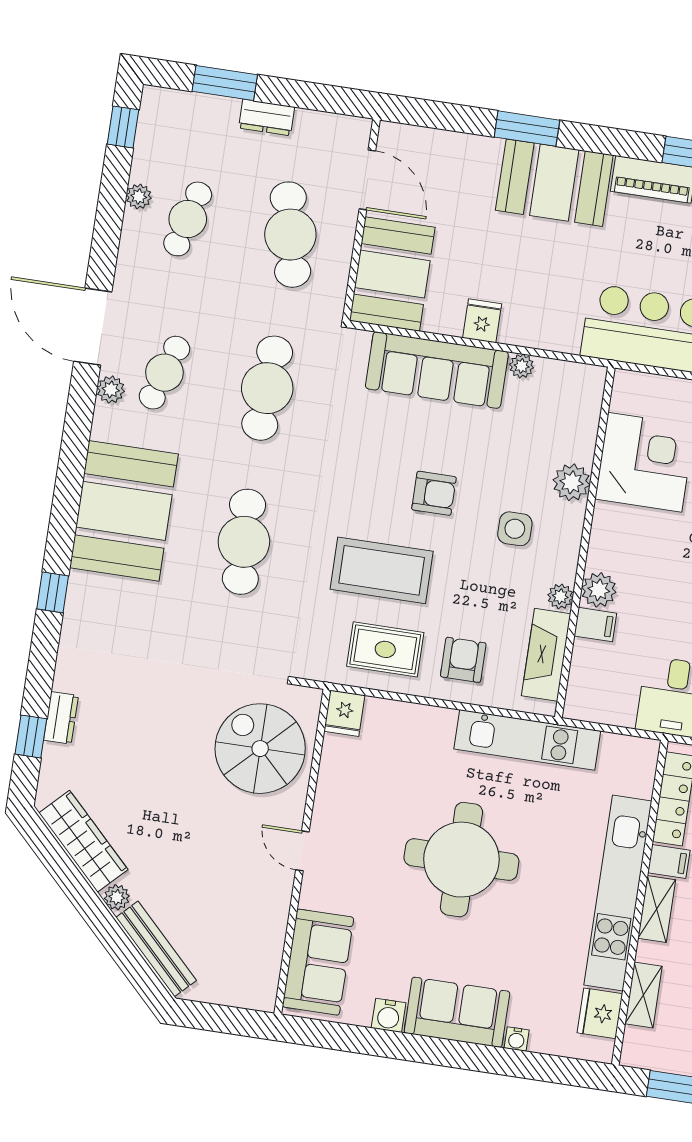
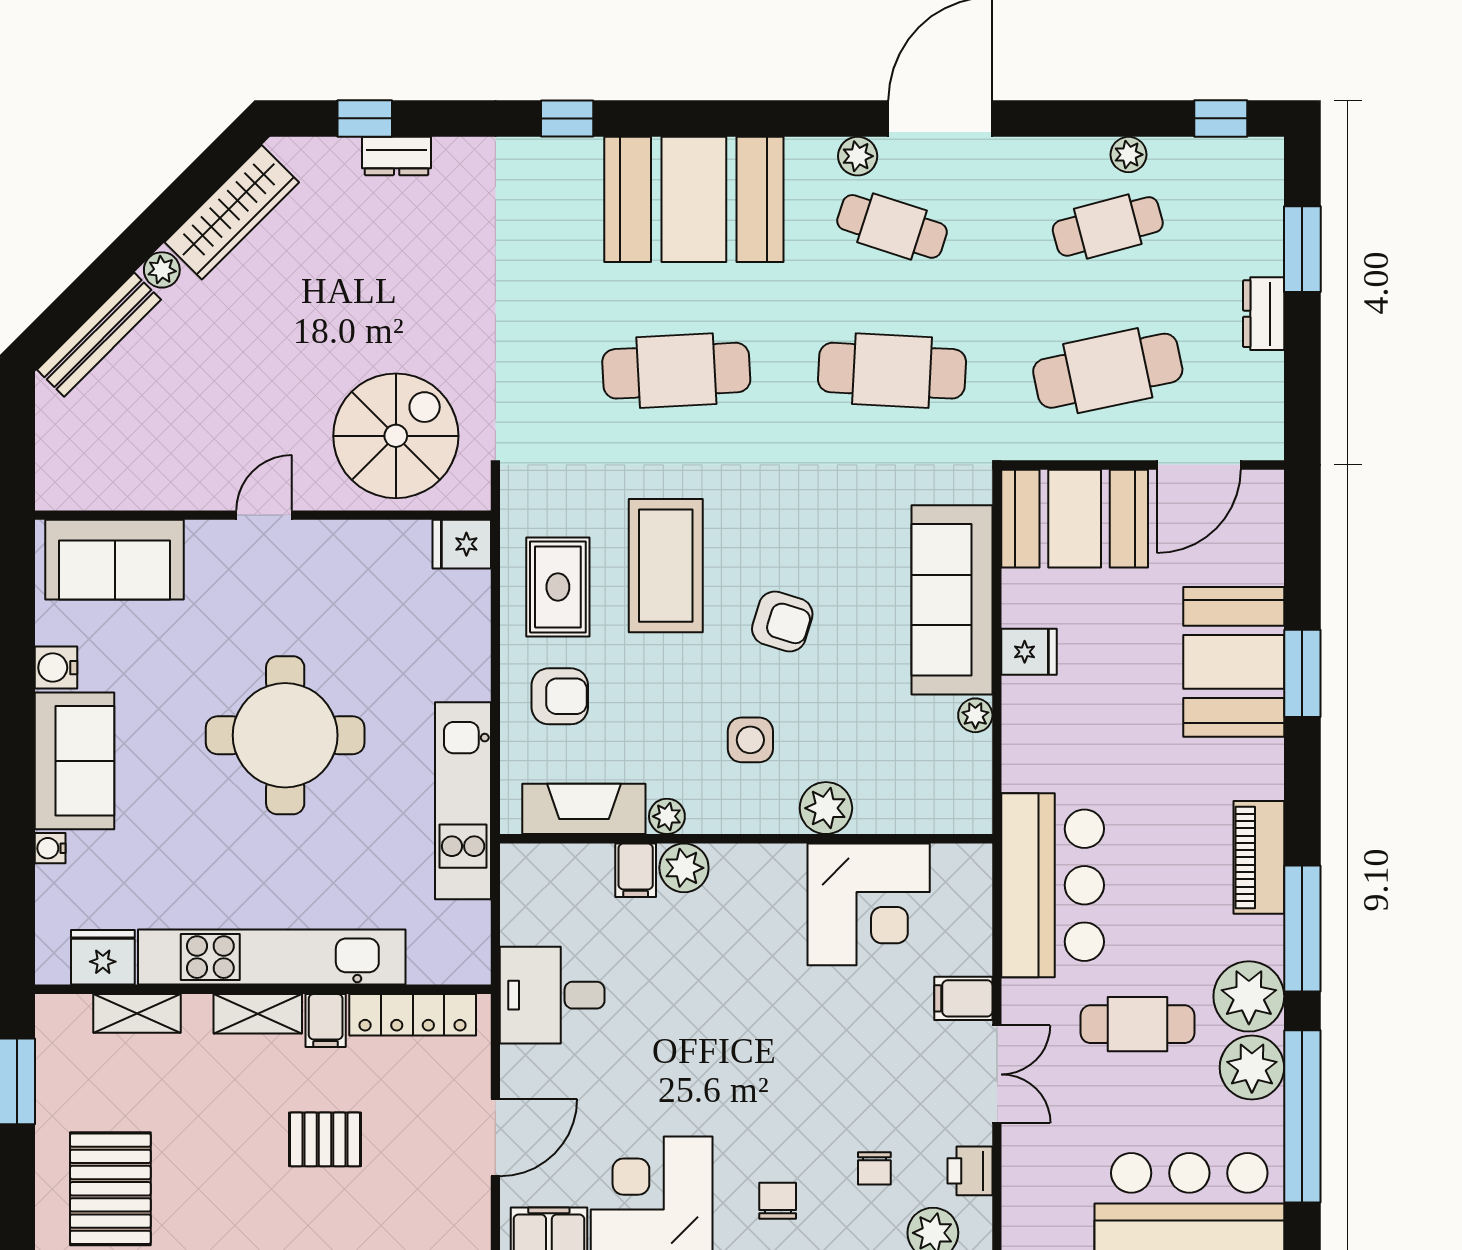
booth: (554, 183) -> (1234, 662), moved
cafe table: (188, 219) -> (1108, 226), turned -30
armchair: (434, 493) -> (782, 622), turned -73

